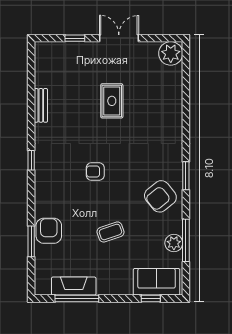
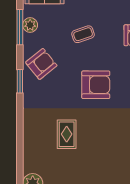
rug: (112, 101) -> (67, 134), moved
armchair: (95, 171) -> (96, 85), width x1.88, depth x1.88

